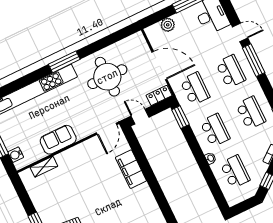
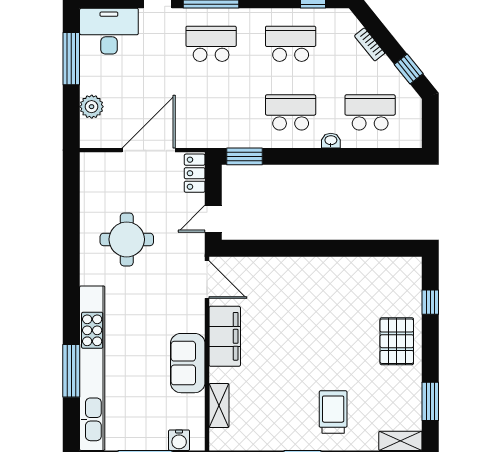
window: (64, 62) -> (71, 371), moved
round table: (107, 77) -> (127, 239), width x0.73, depth x0.73
school desk: (195, 89) -> (211, 112), removed
filing cabinet: (131, 169) -> (225, 336), moved, turned -90

